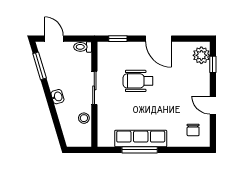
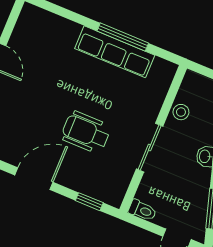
door: (158, 39) -> (34, 179), hinge flipped
wheelchair: (138, 81) -> (86, 132), turned 180
chair: (193, 130) -> (38, 34), removed

